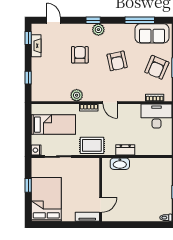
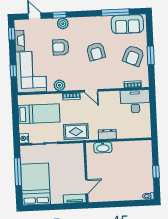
window: (93, 20) -> (59, 15), moved
plant: (98, 30) -> (63, 24), moved
armchair: (80, 55) -> (61, 47), turned -90
corner sofa: (47, 80) -> (31, 72), added
window: (28, 185) -> (18, 172), width x2.17

